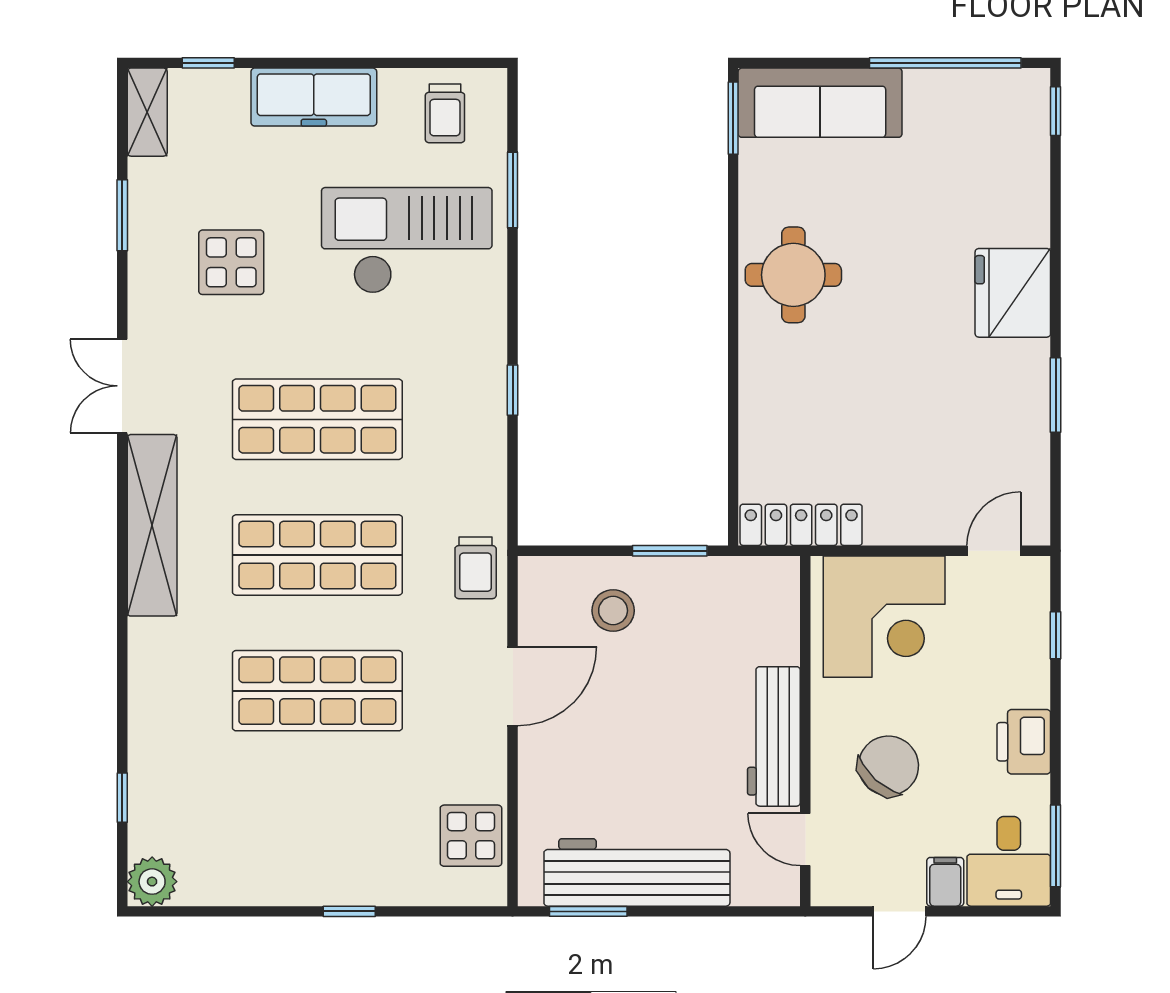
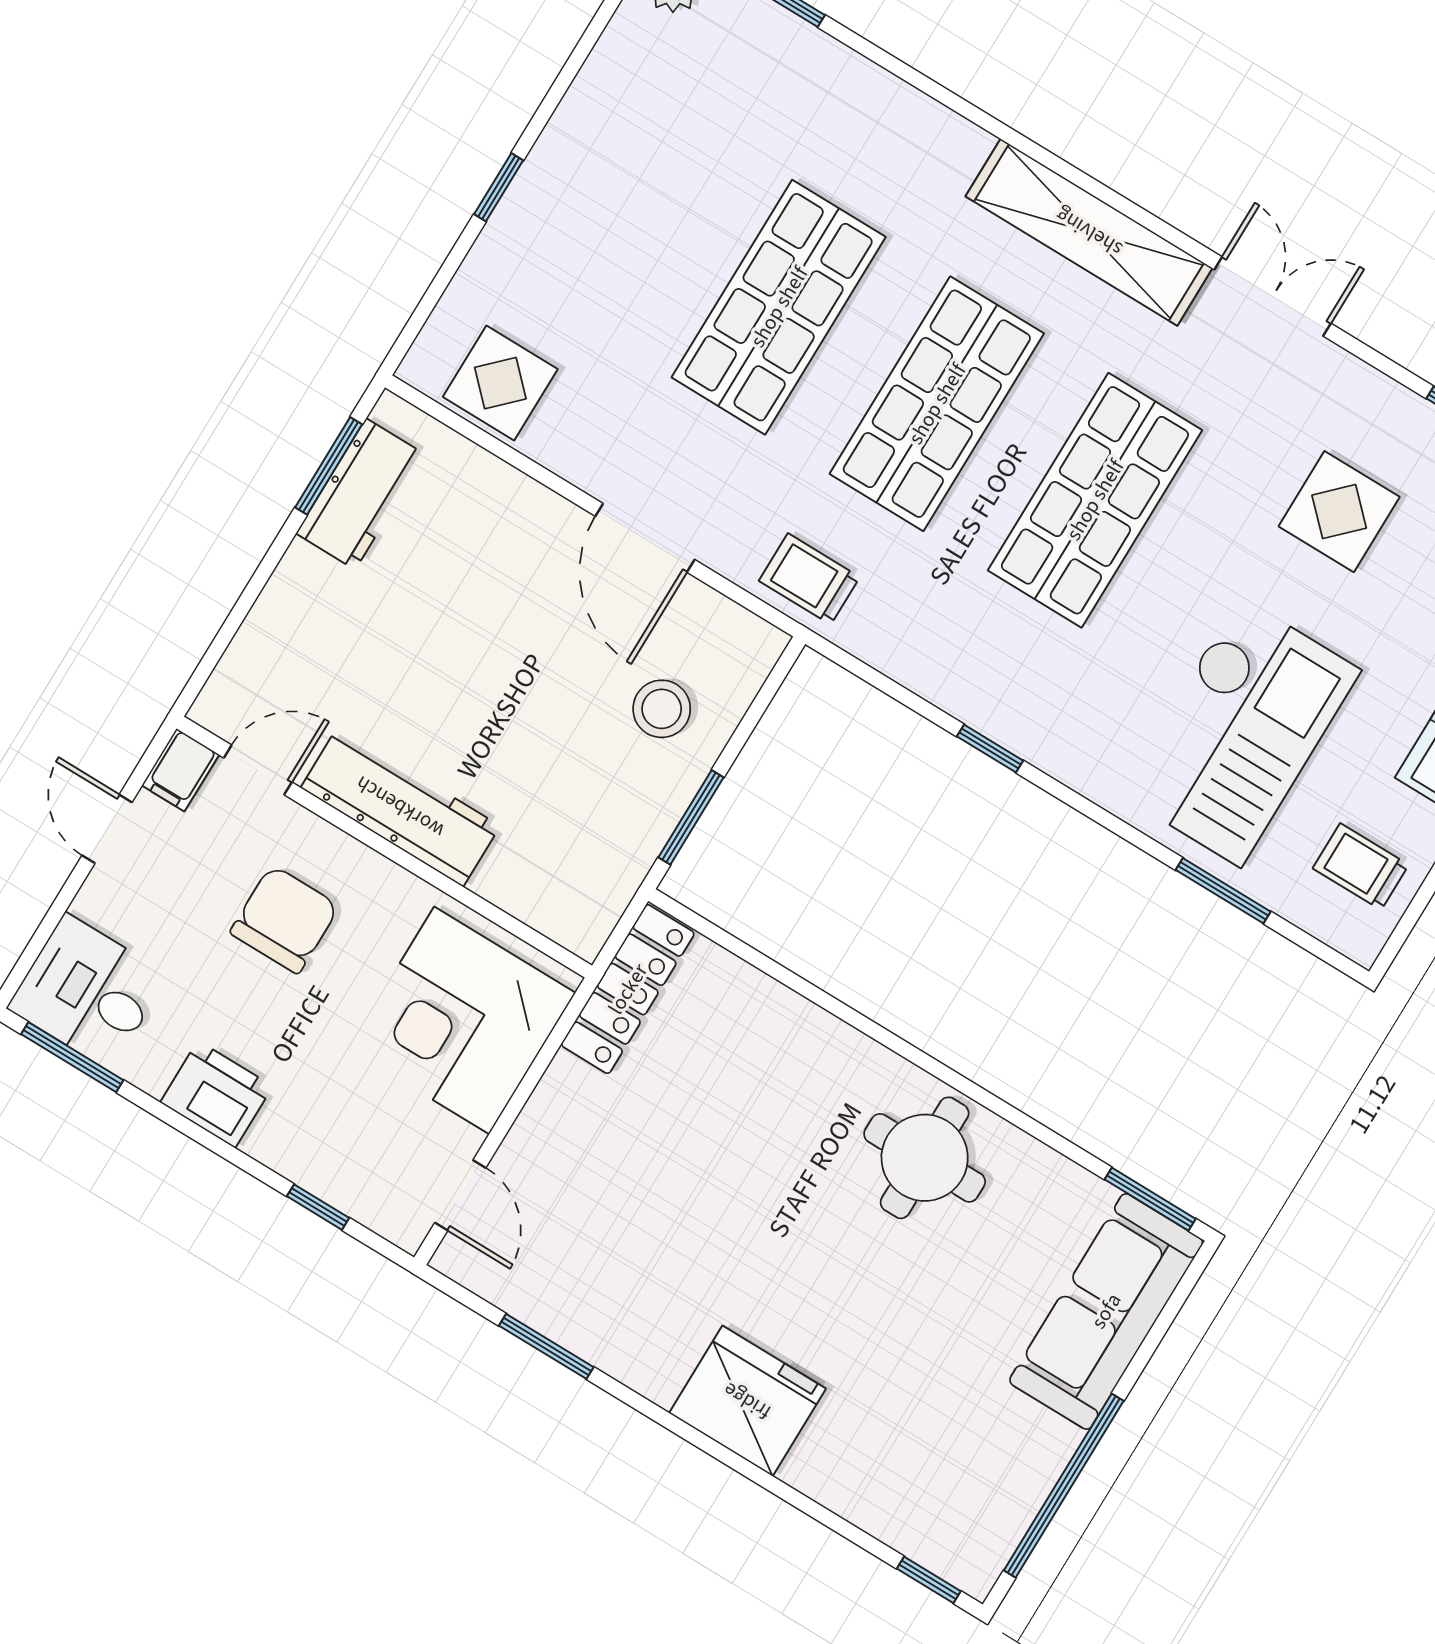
window: (1056, 395) -> (546, 1346), moved
chair: (888, 766) -> (285, 919), turned -132
workbench: (637, 872) -> (361, 494), width x0.53, depth x0.76
filing cabinet: (945, 882) -> (181, 770), moved, turned 90

